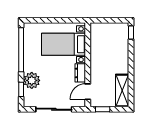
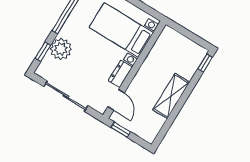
shelving: (122, 90) -> (171, 96), moved
door: (88, 92) -> (116, 100), swing flipped

